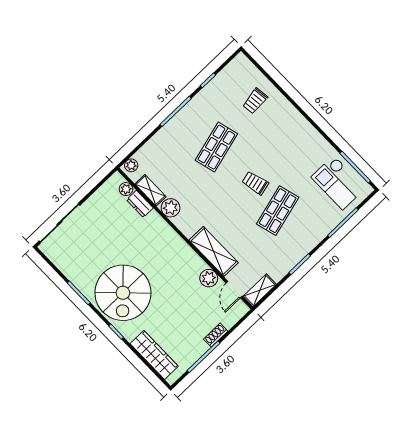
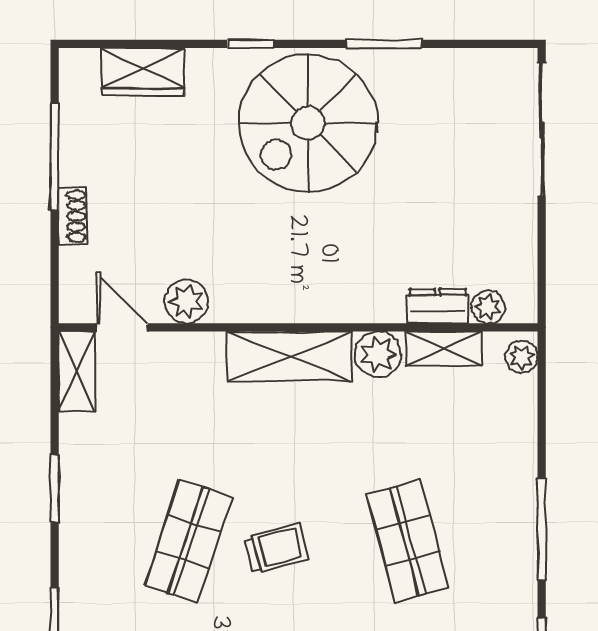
shop shelf: (278, 211) -> (189, 541), turned 33
shelving: (214, 251) -> (289, 356), moved
spiral stairs: (123, 293) -> (308, 123), turned -90
wardrobe: (154, 355) -> (143, 72), width x0.67

